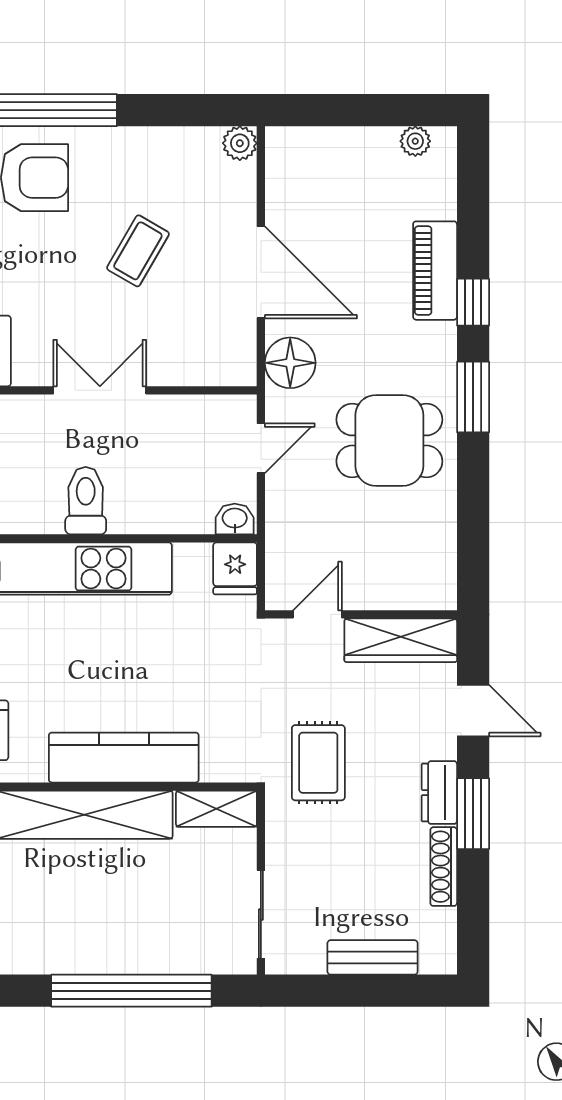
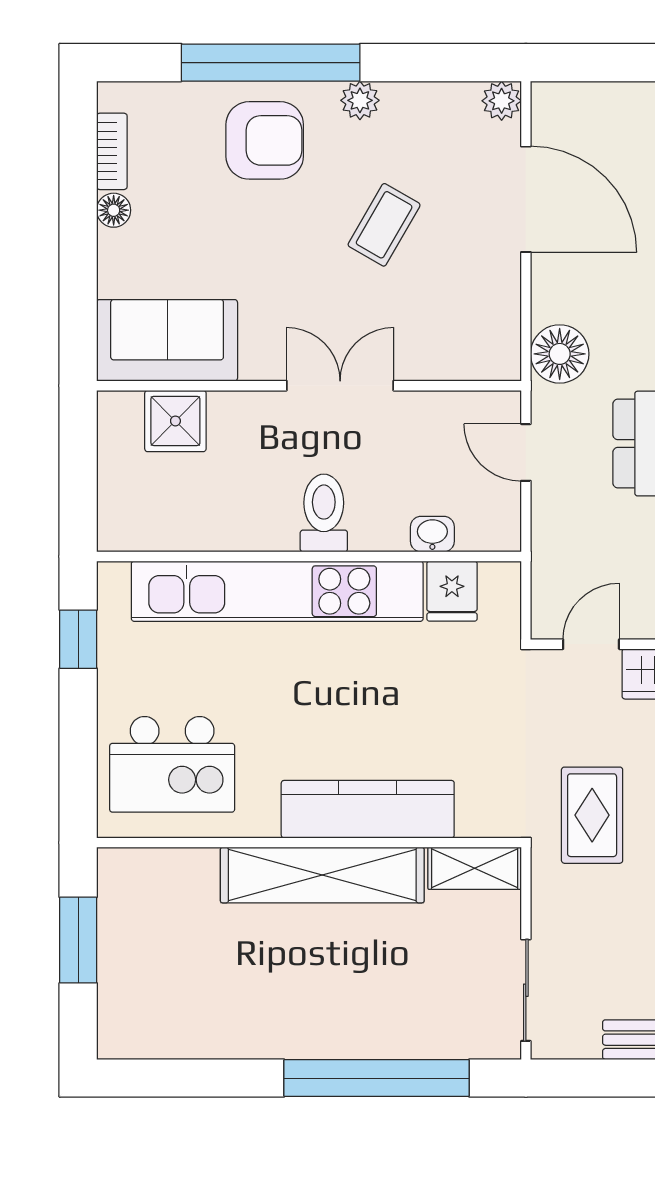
plant: (117, 143) -> (360, 100), added
door: (261, 272) -> (526, 199), moved
door: (261, 448) -> (526, 452), swing flipped
washbasin: (235, 519) -> (432, 534), moved
fridge: (235, 568) -> (452, 591), moved

